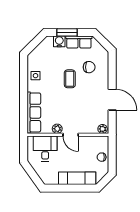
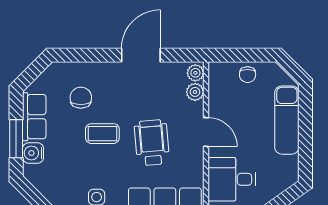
wheelchair: (65, 105) -> (152, 143), added
plant: (57, 129) -> (195, 92), moved
door: (71, 135) -> (206, 132), hinge flipped

